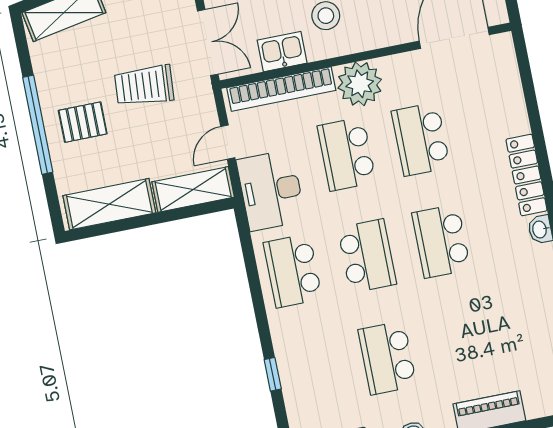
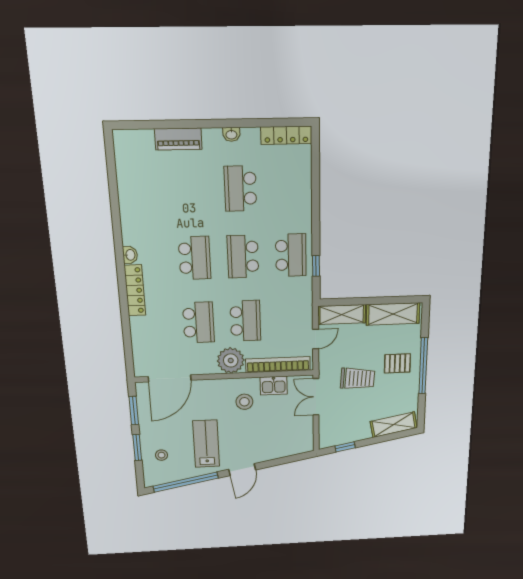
desk: (271, 190) -> (295, 307), removed
school desk: (387, 358) -> (240, 189), turned 180
window: (273, 374) -> (316, 266), moved

